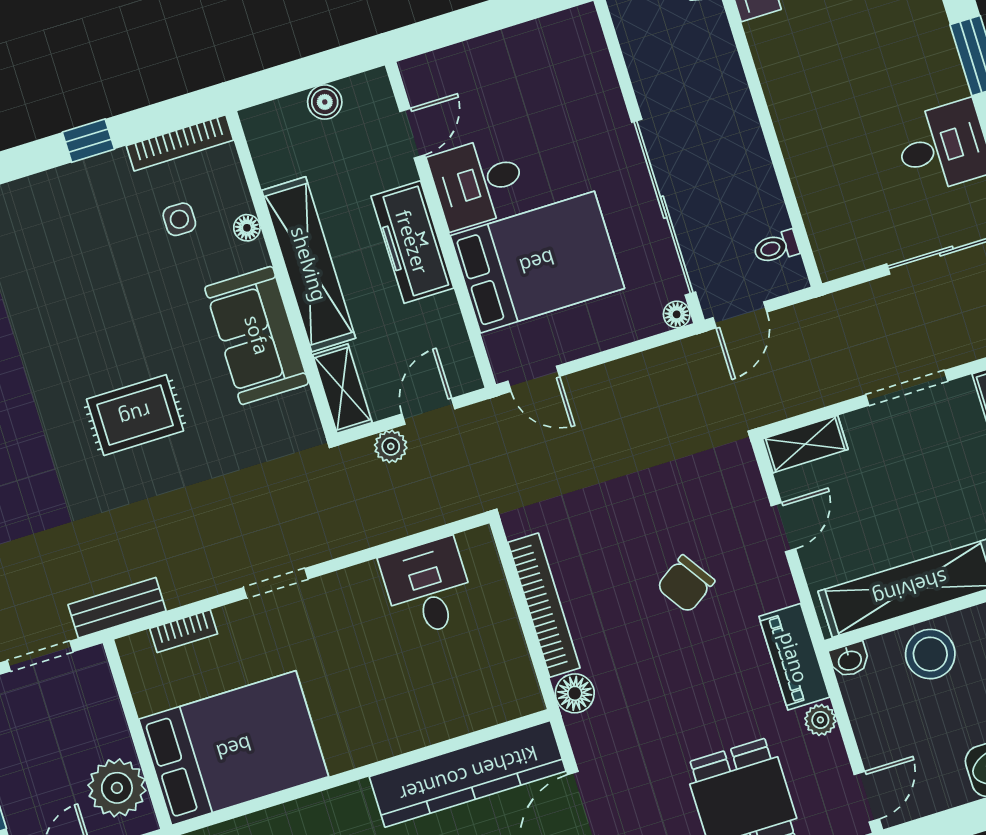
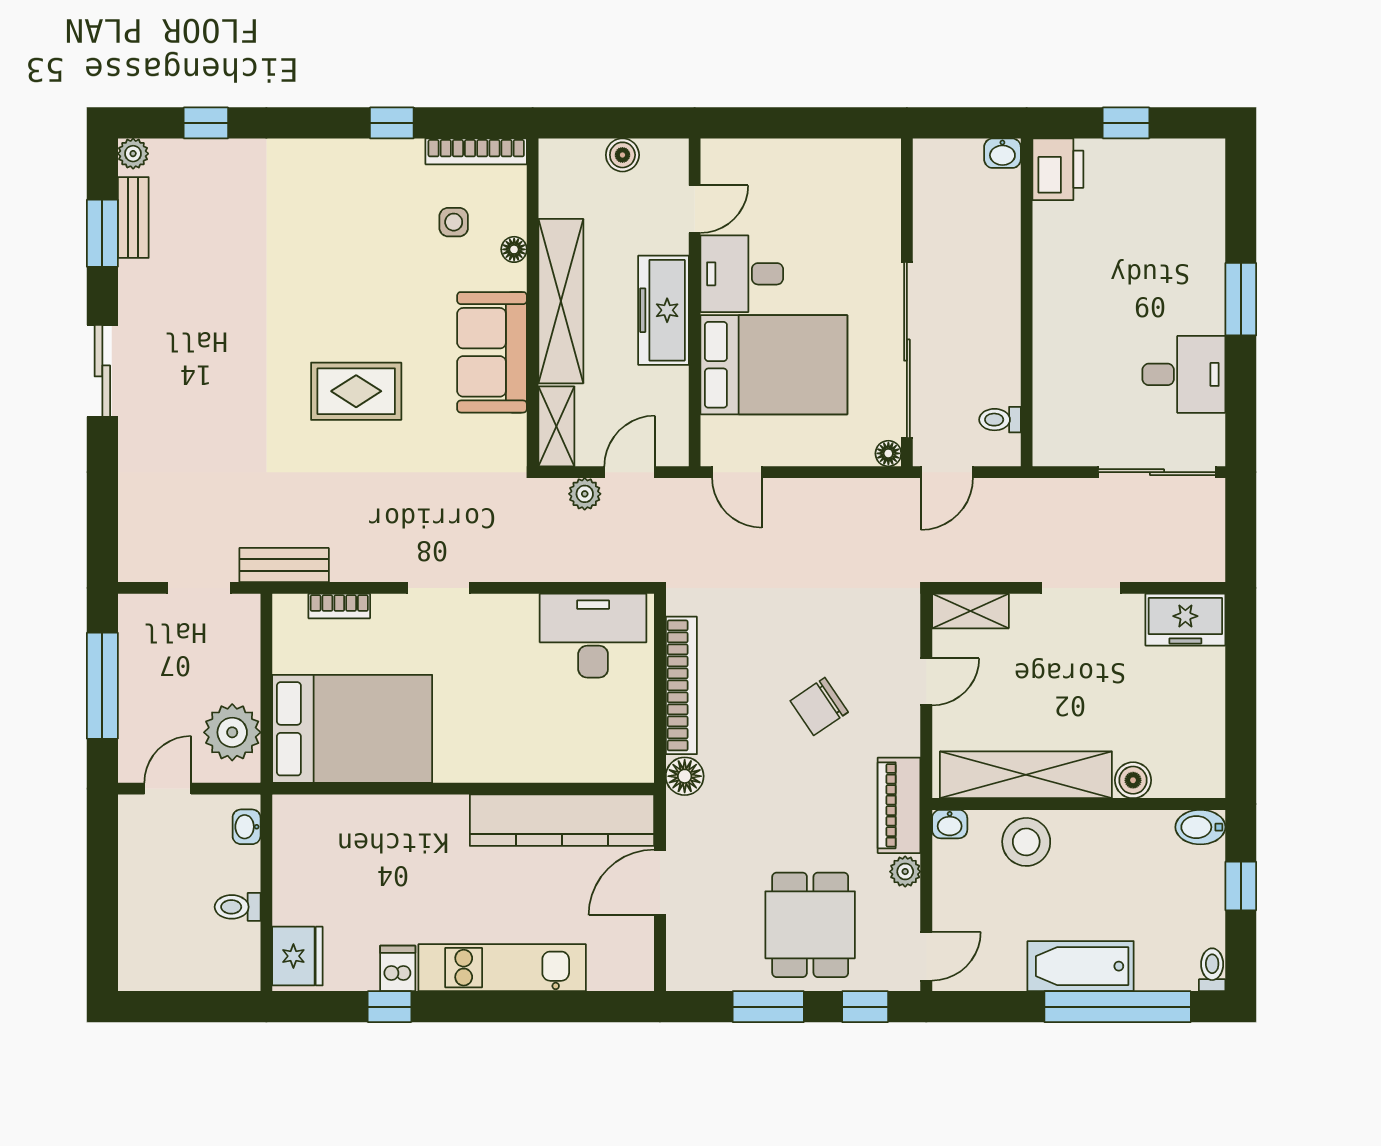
desk: (428, 588) -> (593, 636), width x1.37

